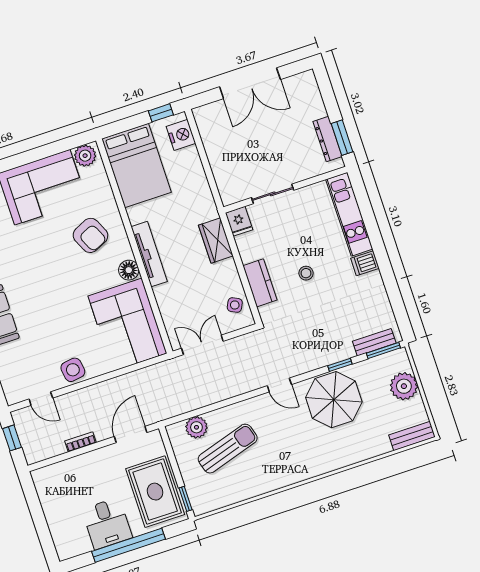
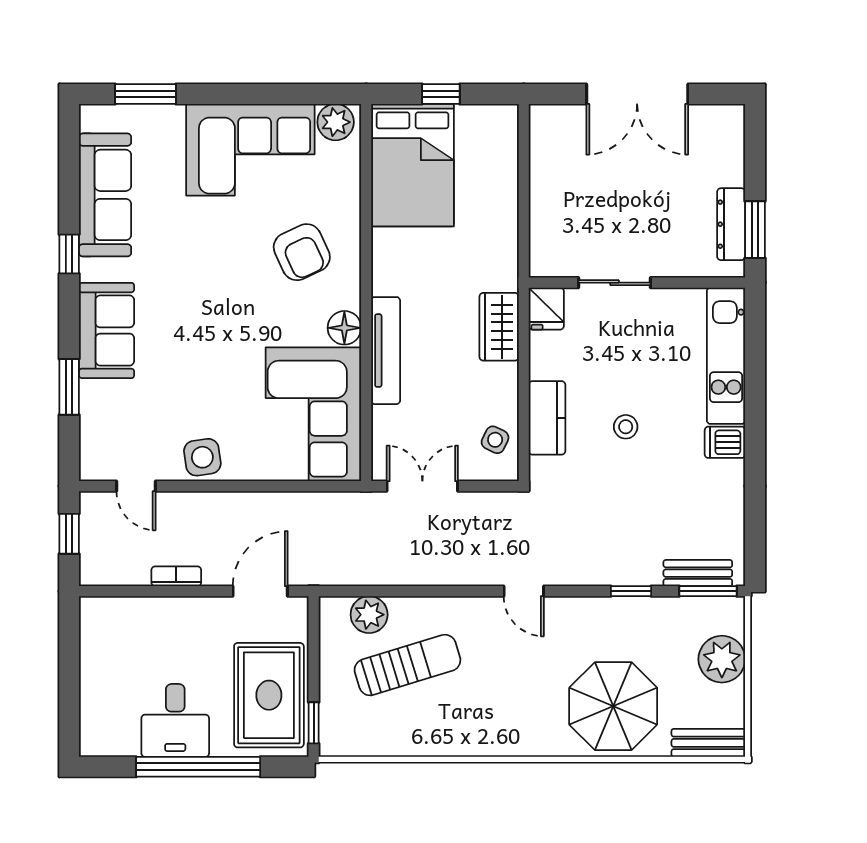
window: (161, 113) -> (441, 94), moved
nightstand: (181, 135) -> (500, 140), removed
tv unit: (149, 254) -> (386, 351), moved
parasol: (334, 400) -> (613, 706), moved

